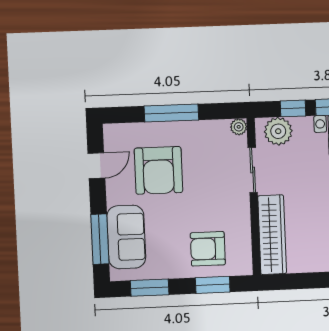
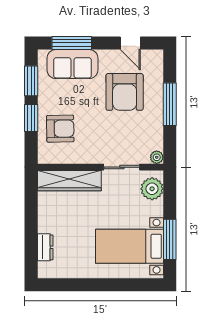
window: (293, 108) -> (170, 201), removed
armchair: (158, 170) -> (125, 92), turned -90
armchair: (208, 249) -> (60, 129), turned 89
window: (213, 285) -> (31, 118), moved

